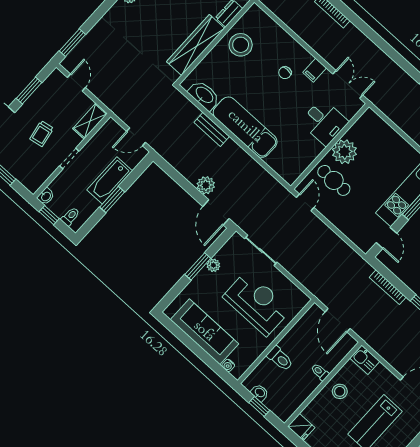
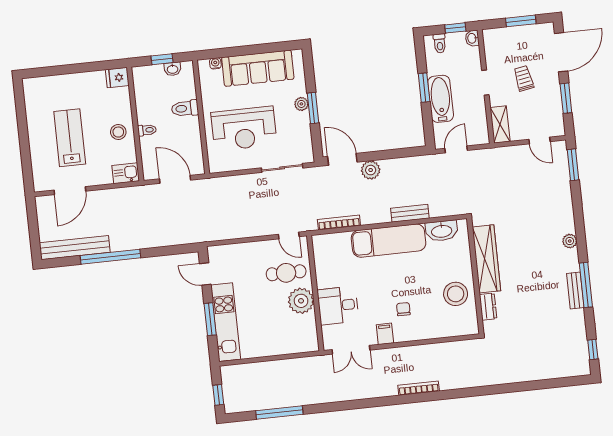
plant: (213, 265) -> (301, 104), moved
bookcase: (388, 287) -> (339, 223), moved

